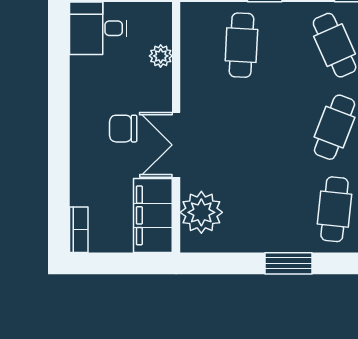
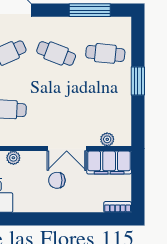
chair: (123, 129) -> (57, 180), turned 90
plant: (201, 212) -> (107, 139), width x0.53, depth x0.53

